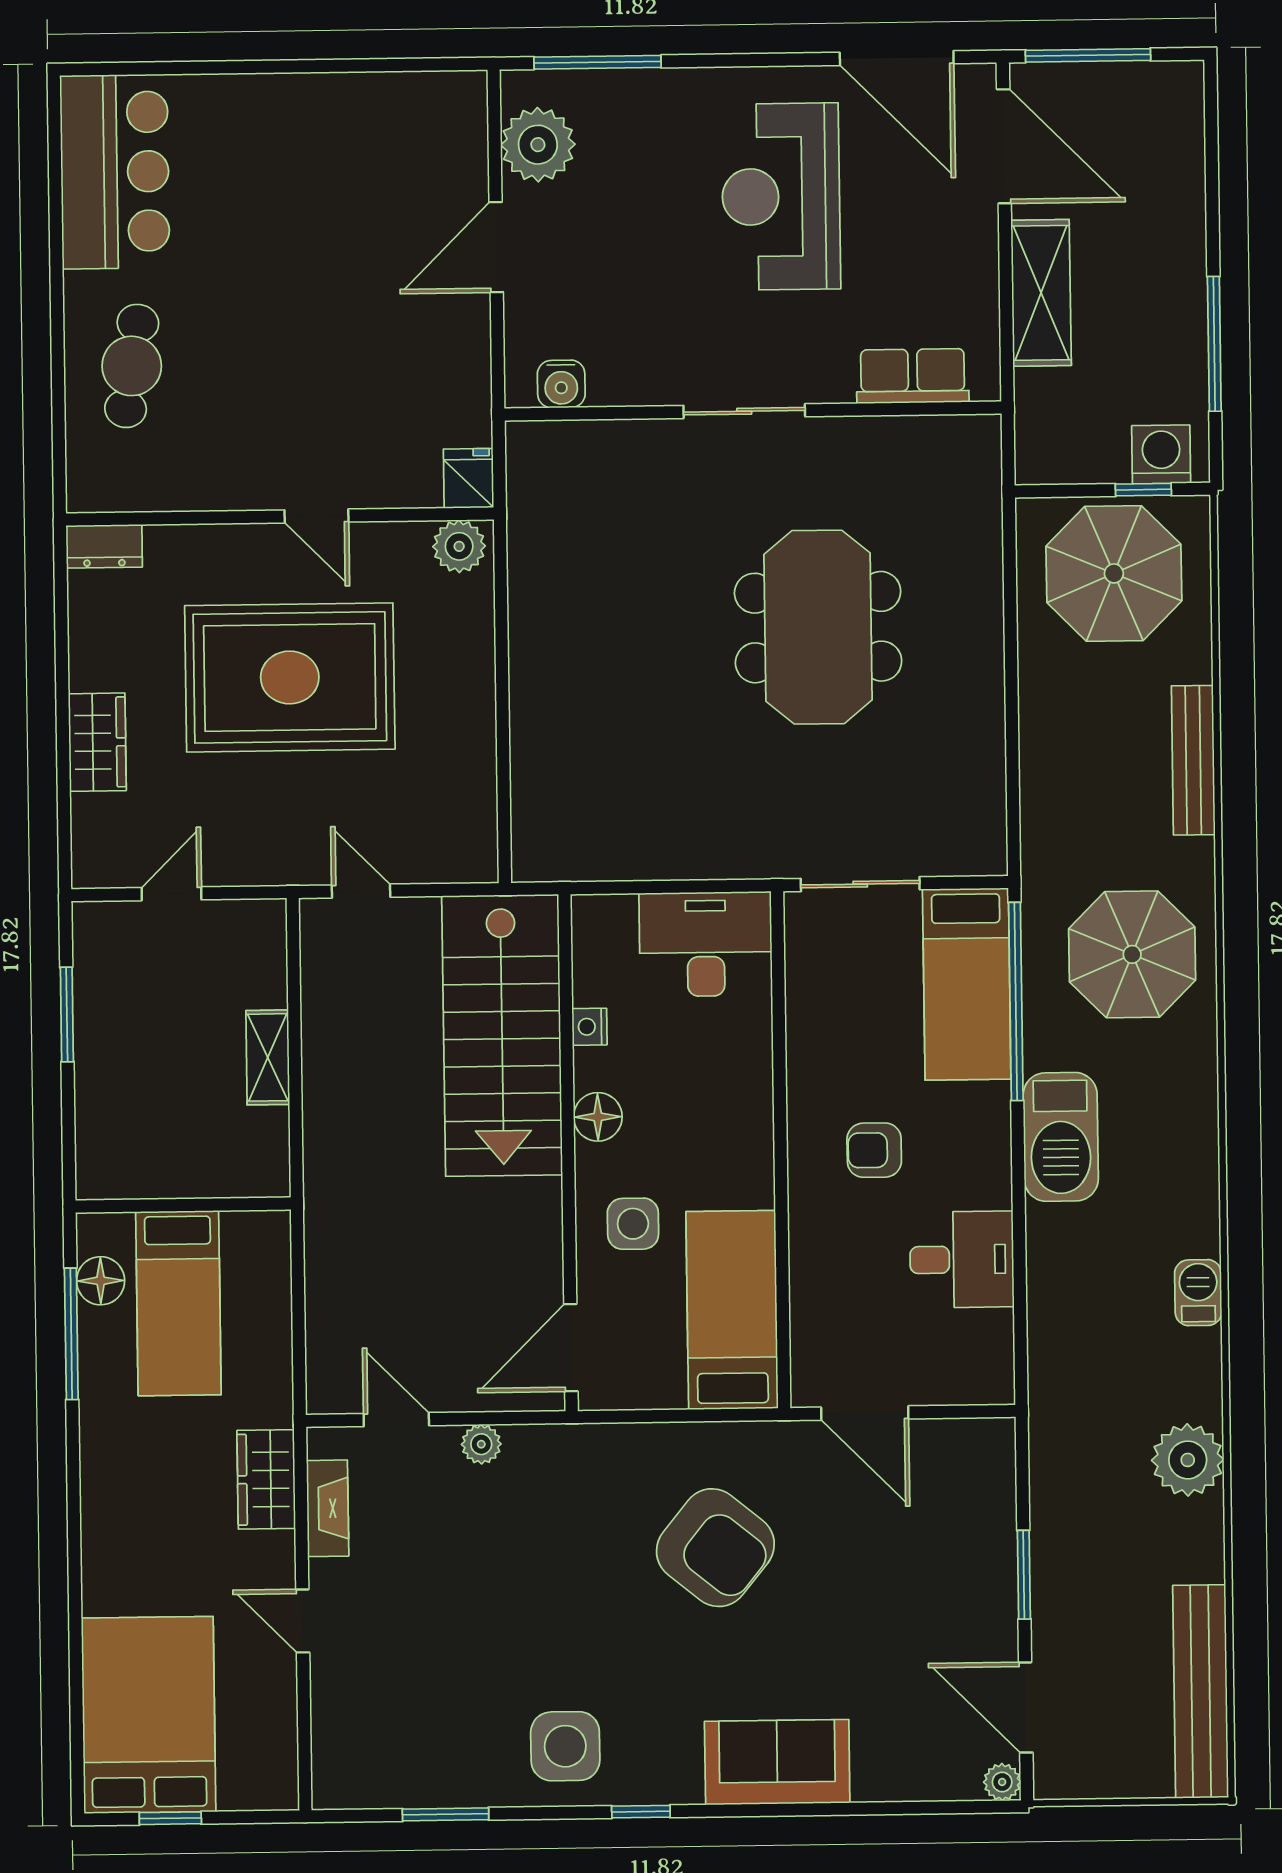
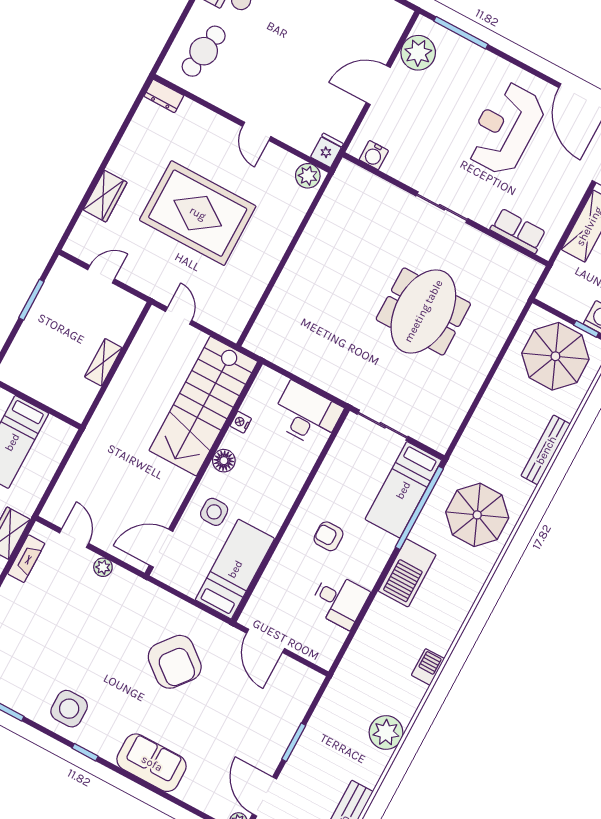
fridge: (469, 478) -> (327, 150), moved
door: (316, 516) -> (257, 131), moved
wall: (280, 517) -> (242, 123), moved
dresser: (104, 546) -> (164, 96), moved
plant: (459, 546) -> (308, 176), moved

